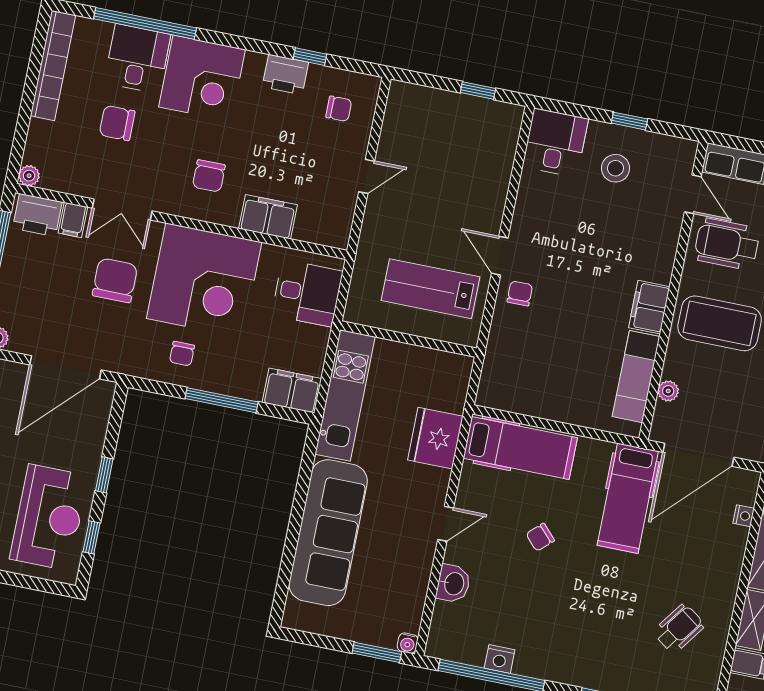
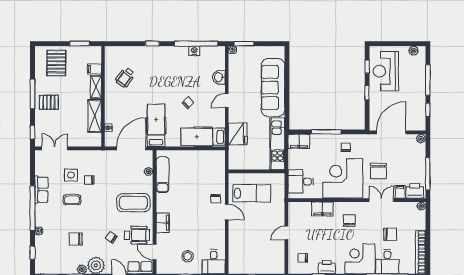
filing cabinet: (649, 307) -> (163, 223), moved

